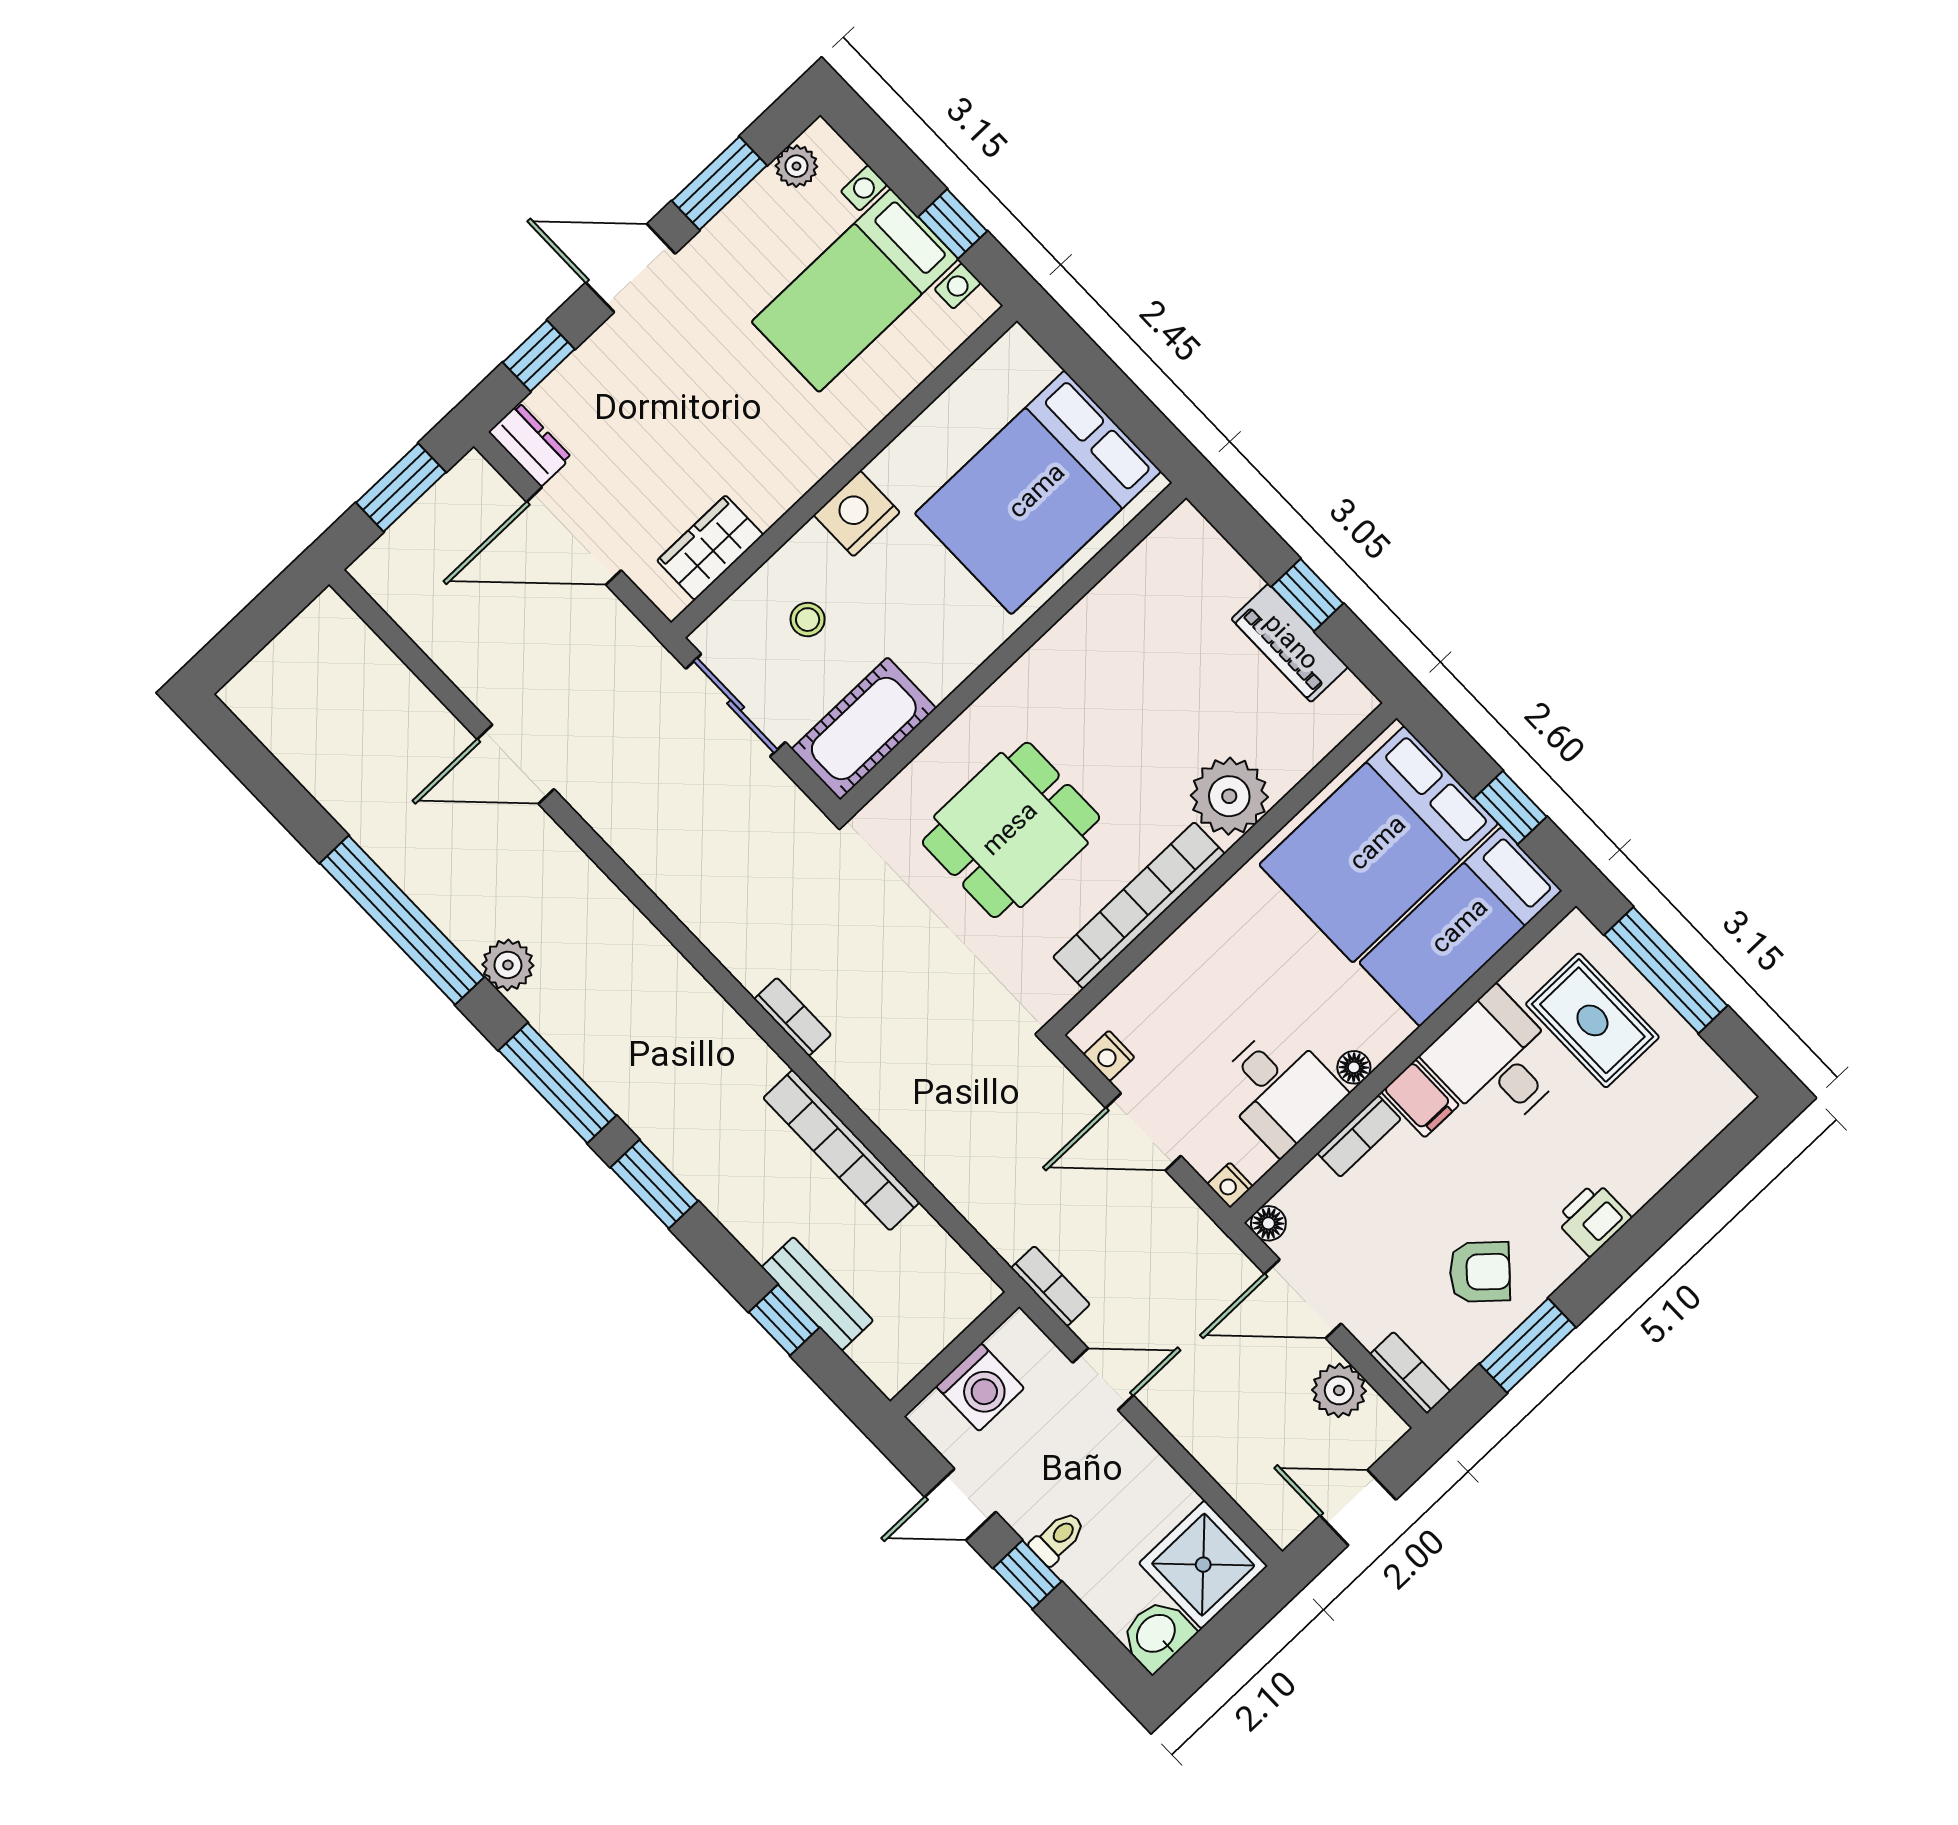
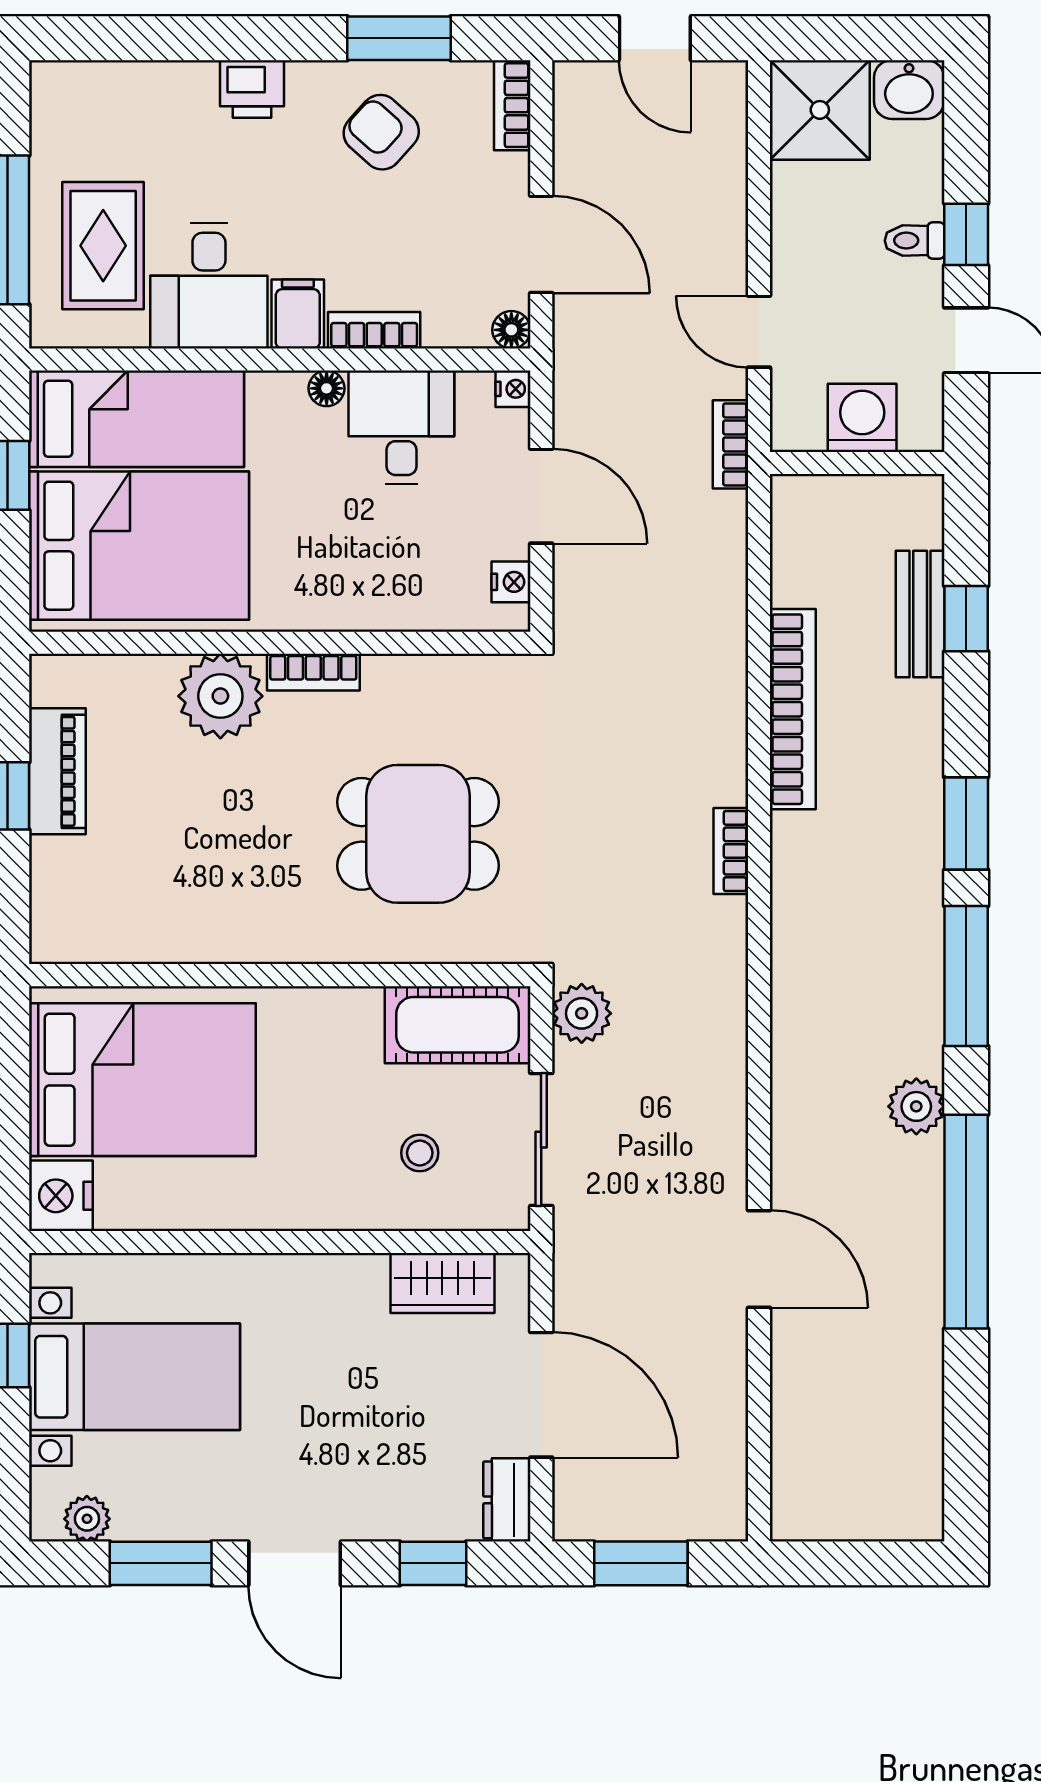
nightstand: (857, 514) -> (61, 1196), moved, turned 90
bookcase: (1139, 905) -> (313, 672), width x0.43, depth x0.76
plant: (1339, 1390) -> (582, 1013), moved

